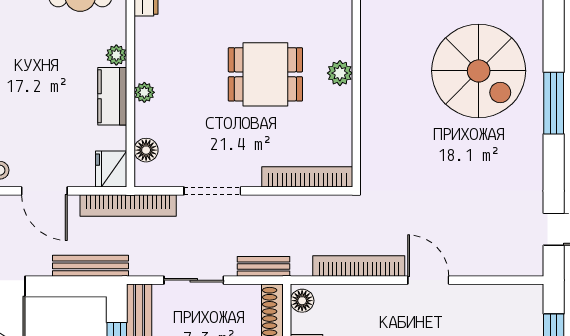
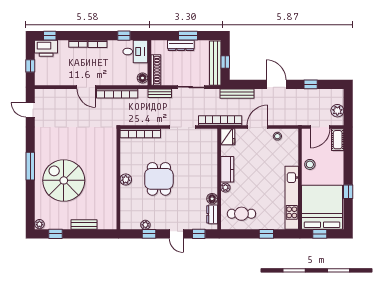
dining table: (265, 74) -> (159, 179), turned 90
plant: (144, 92) -> (213, 171), removed
floor lamp: (146, 150) -> (212, 199), moved
door: (44, 191) -> (257, 127), hinge flipped

